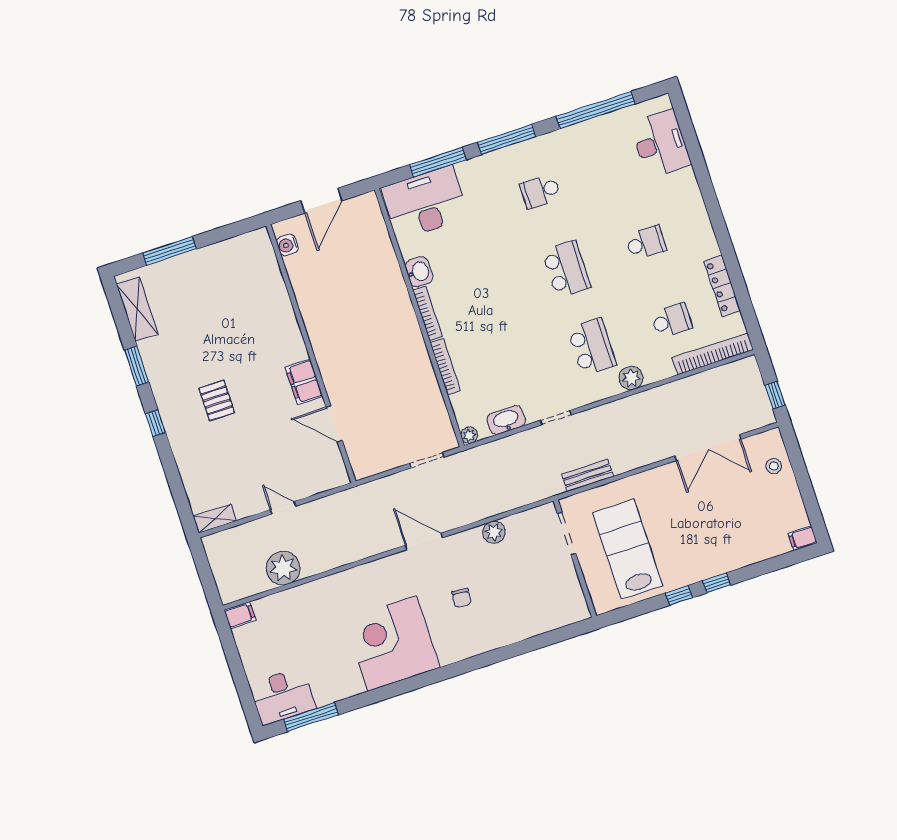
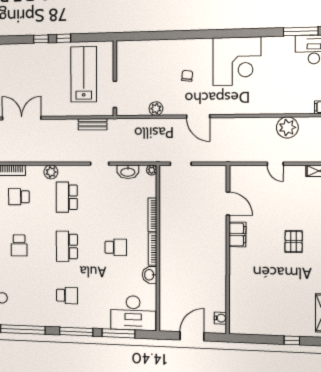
school desk: (646, 243) -> (19, 245), turned -90
window: (169, 251) -> (292, 340), width x0.46
school desk: (487, 296) -> (116, 247), added
lab bench: (628, 549) -> (84, 74), turned 180

